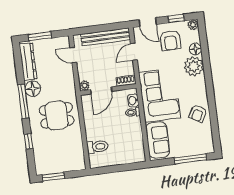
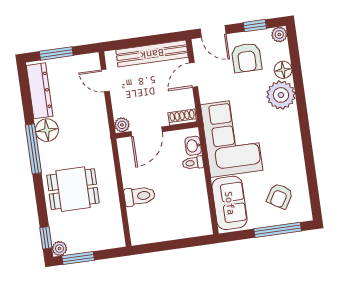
armchair: (198, 113) -> (280, 196), moved
dining table: (57, 115) -> (73, 189), moved
window: (29, 141) -> (46, 238), moved
toilet: (97, 147) -> (140, 196), moved
plant: (41, 170) -> (59, 249), added

